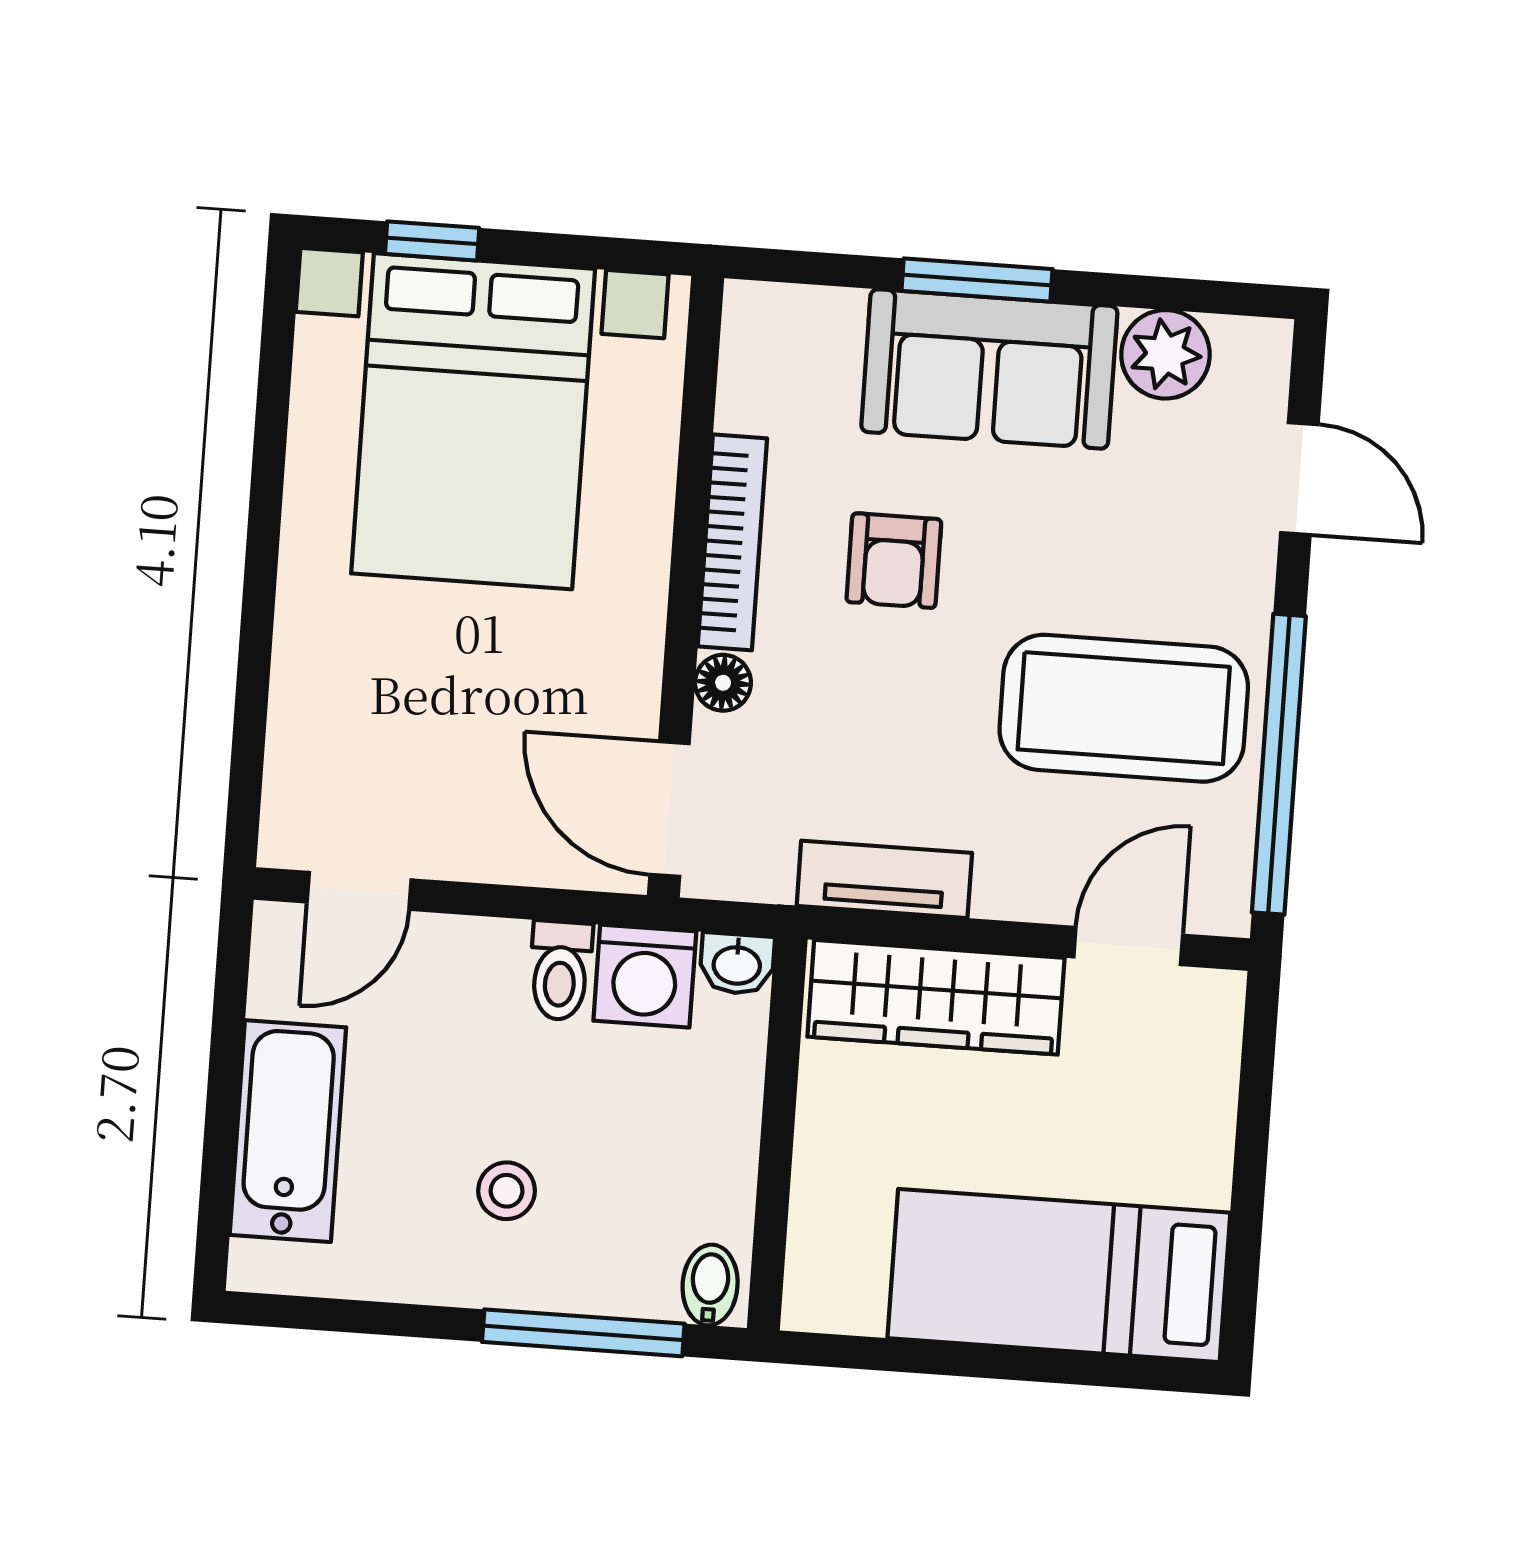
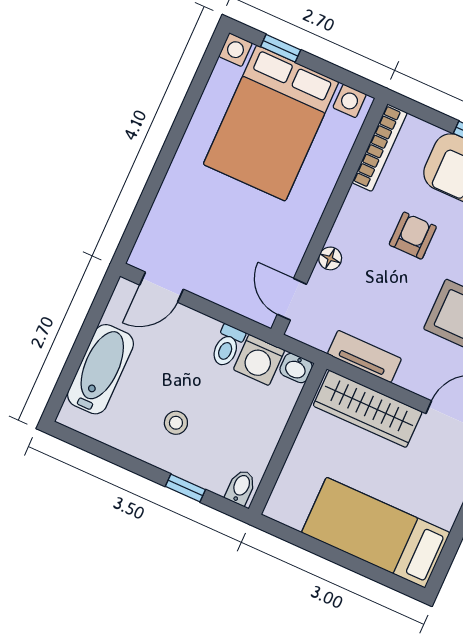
bookcase: (732, 542) -> (380, 148), moved
armchair: (894, 561) -> (413, 236), turned 180
door: (670, 809) -> (292, 299), width x0.73
window: (583, 1333) -> (185, 488), width x0.46

